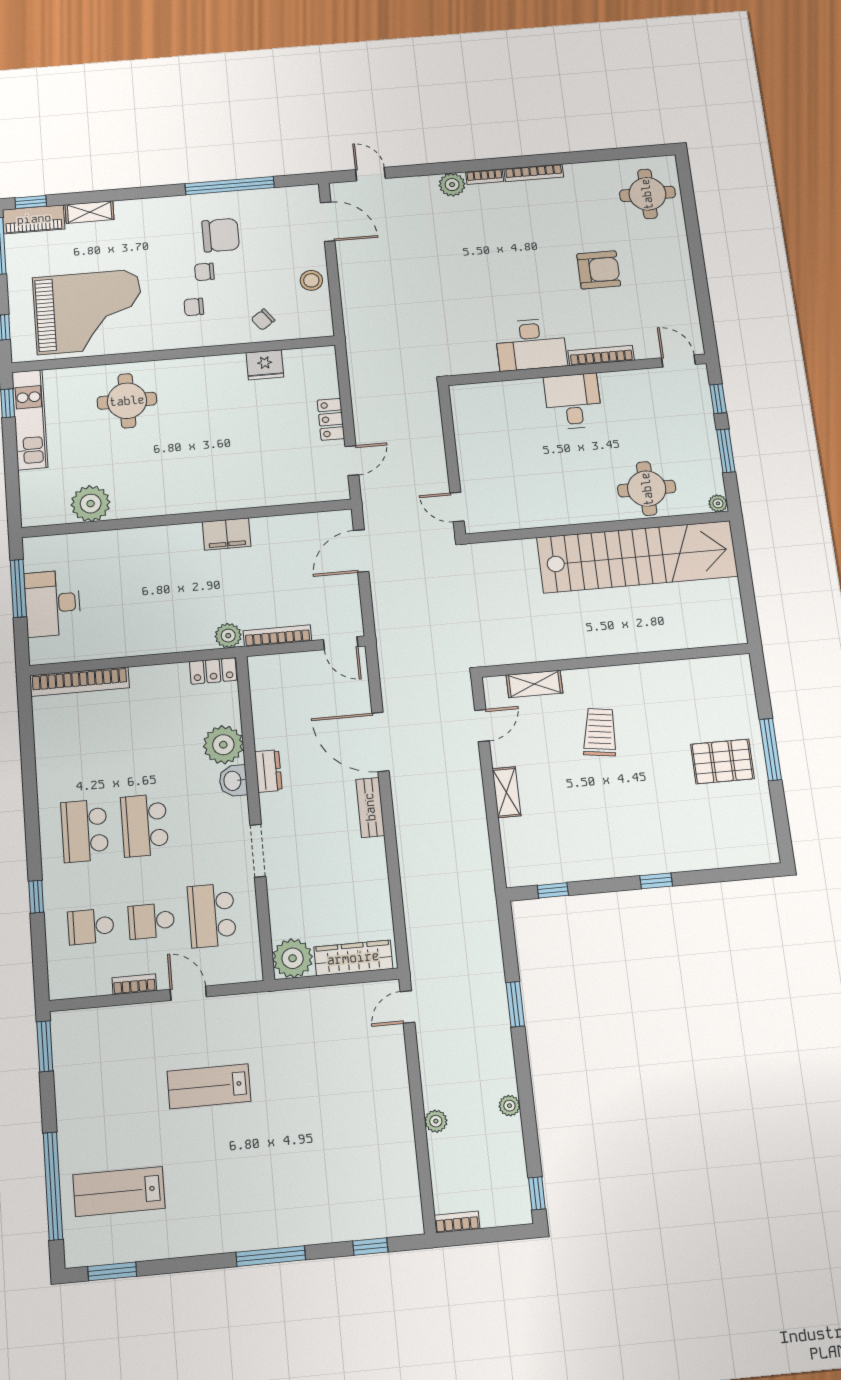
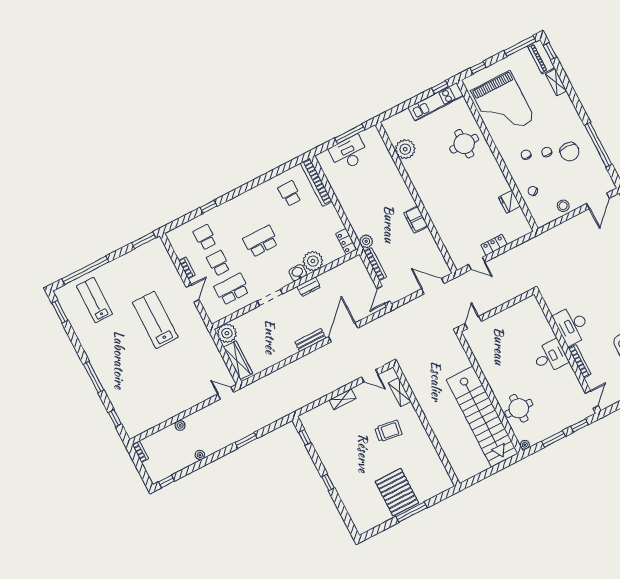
pallet: (722, 761) -> (397, 492), width x1.37, depth x1.41
school desk: (85, 831) -> (290, 193), moved, width x0.54
lab bench: (209, 1086) -> (155, 320), width x1.36, depth x1.39

